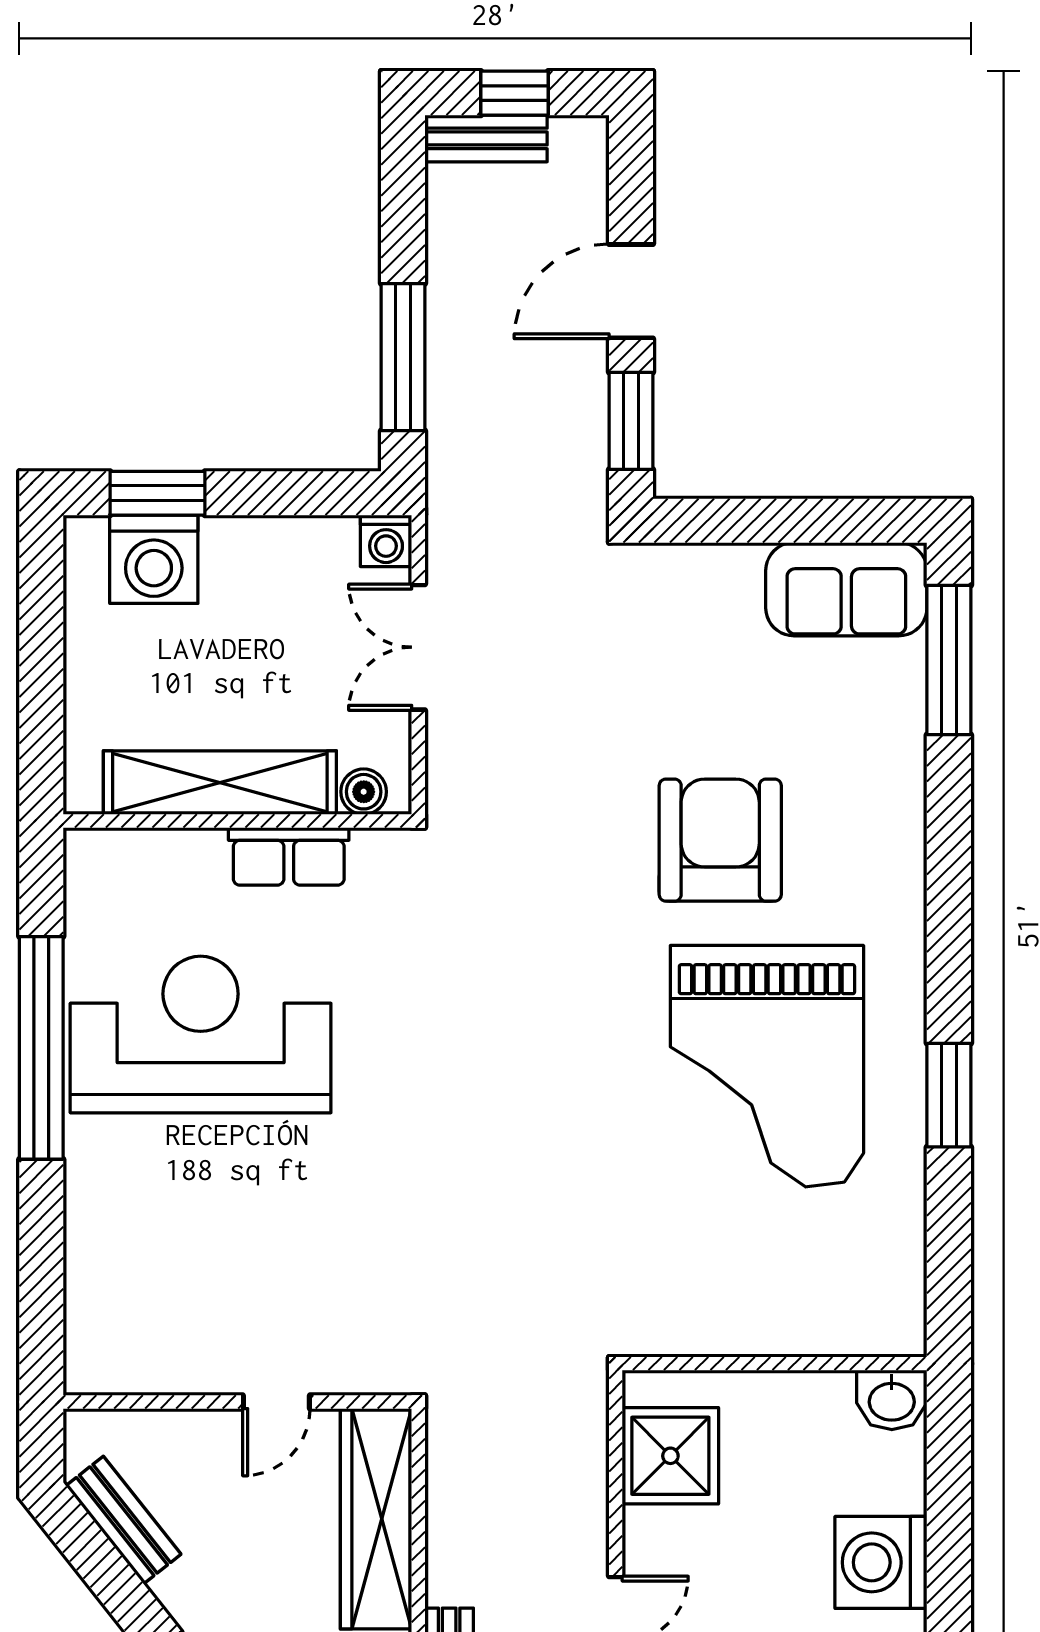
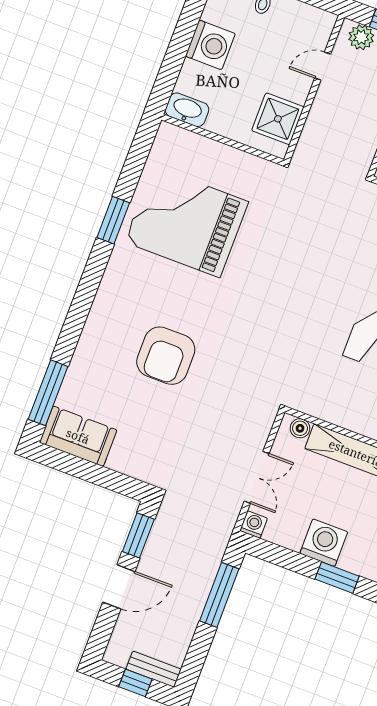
washing machine: (154, 559) -> (324, 543), moved
row of seats: (289, 856) -> (339, 414), removed
grand piano: (767, 1066) -> (186, 222), moved, turned -90
washbasin: (892, 1400) -> (187, 110), width x1.38

